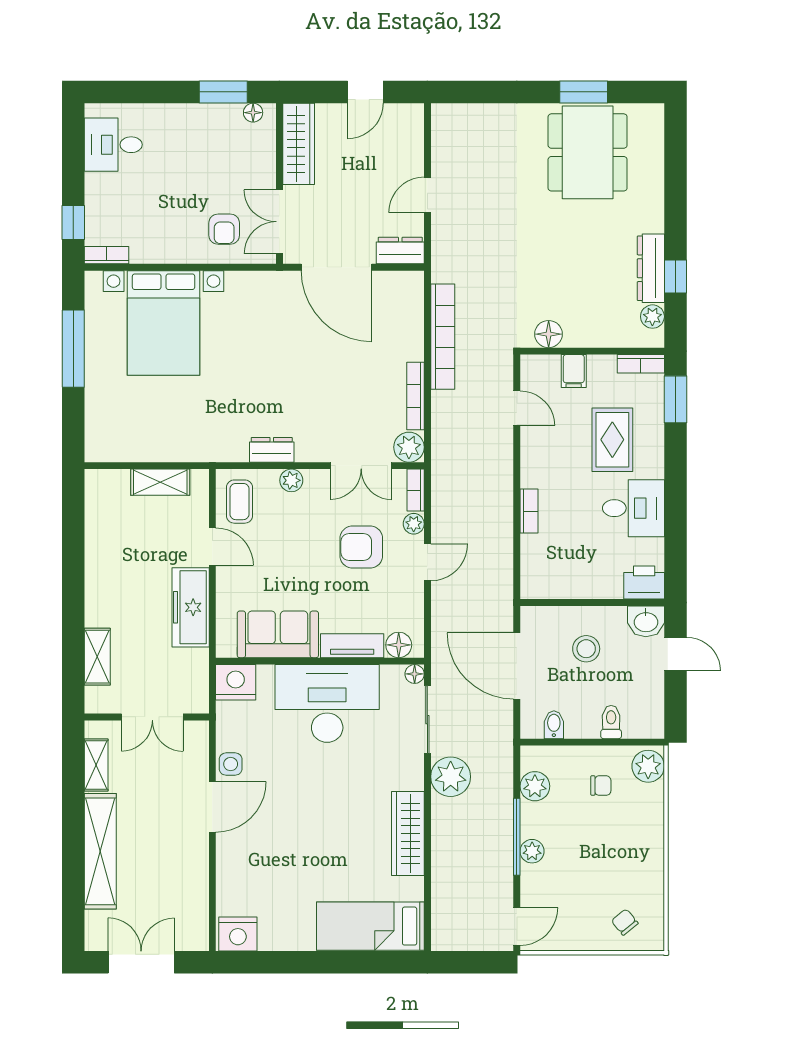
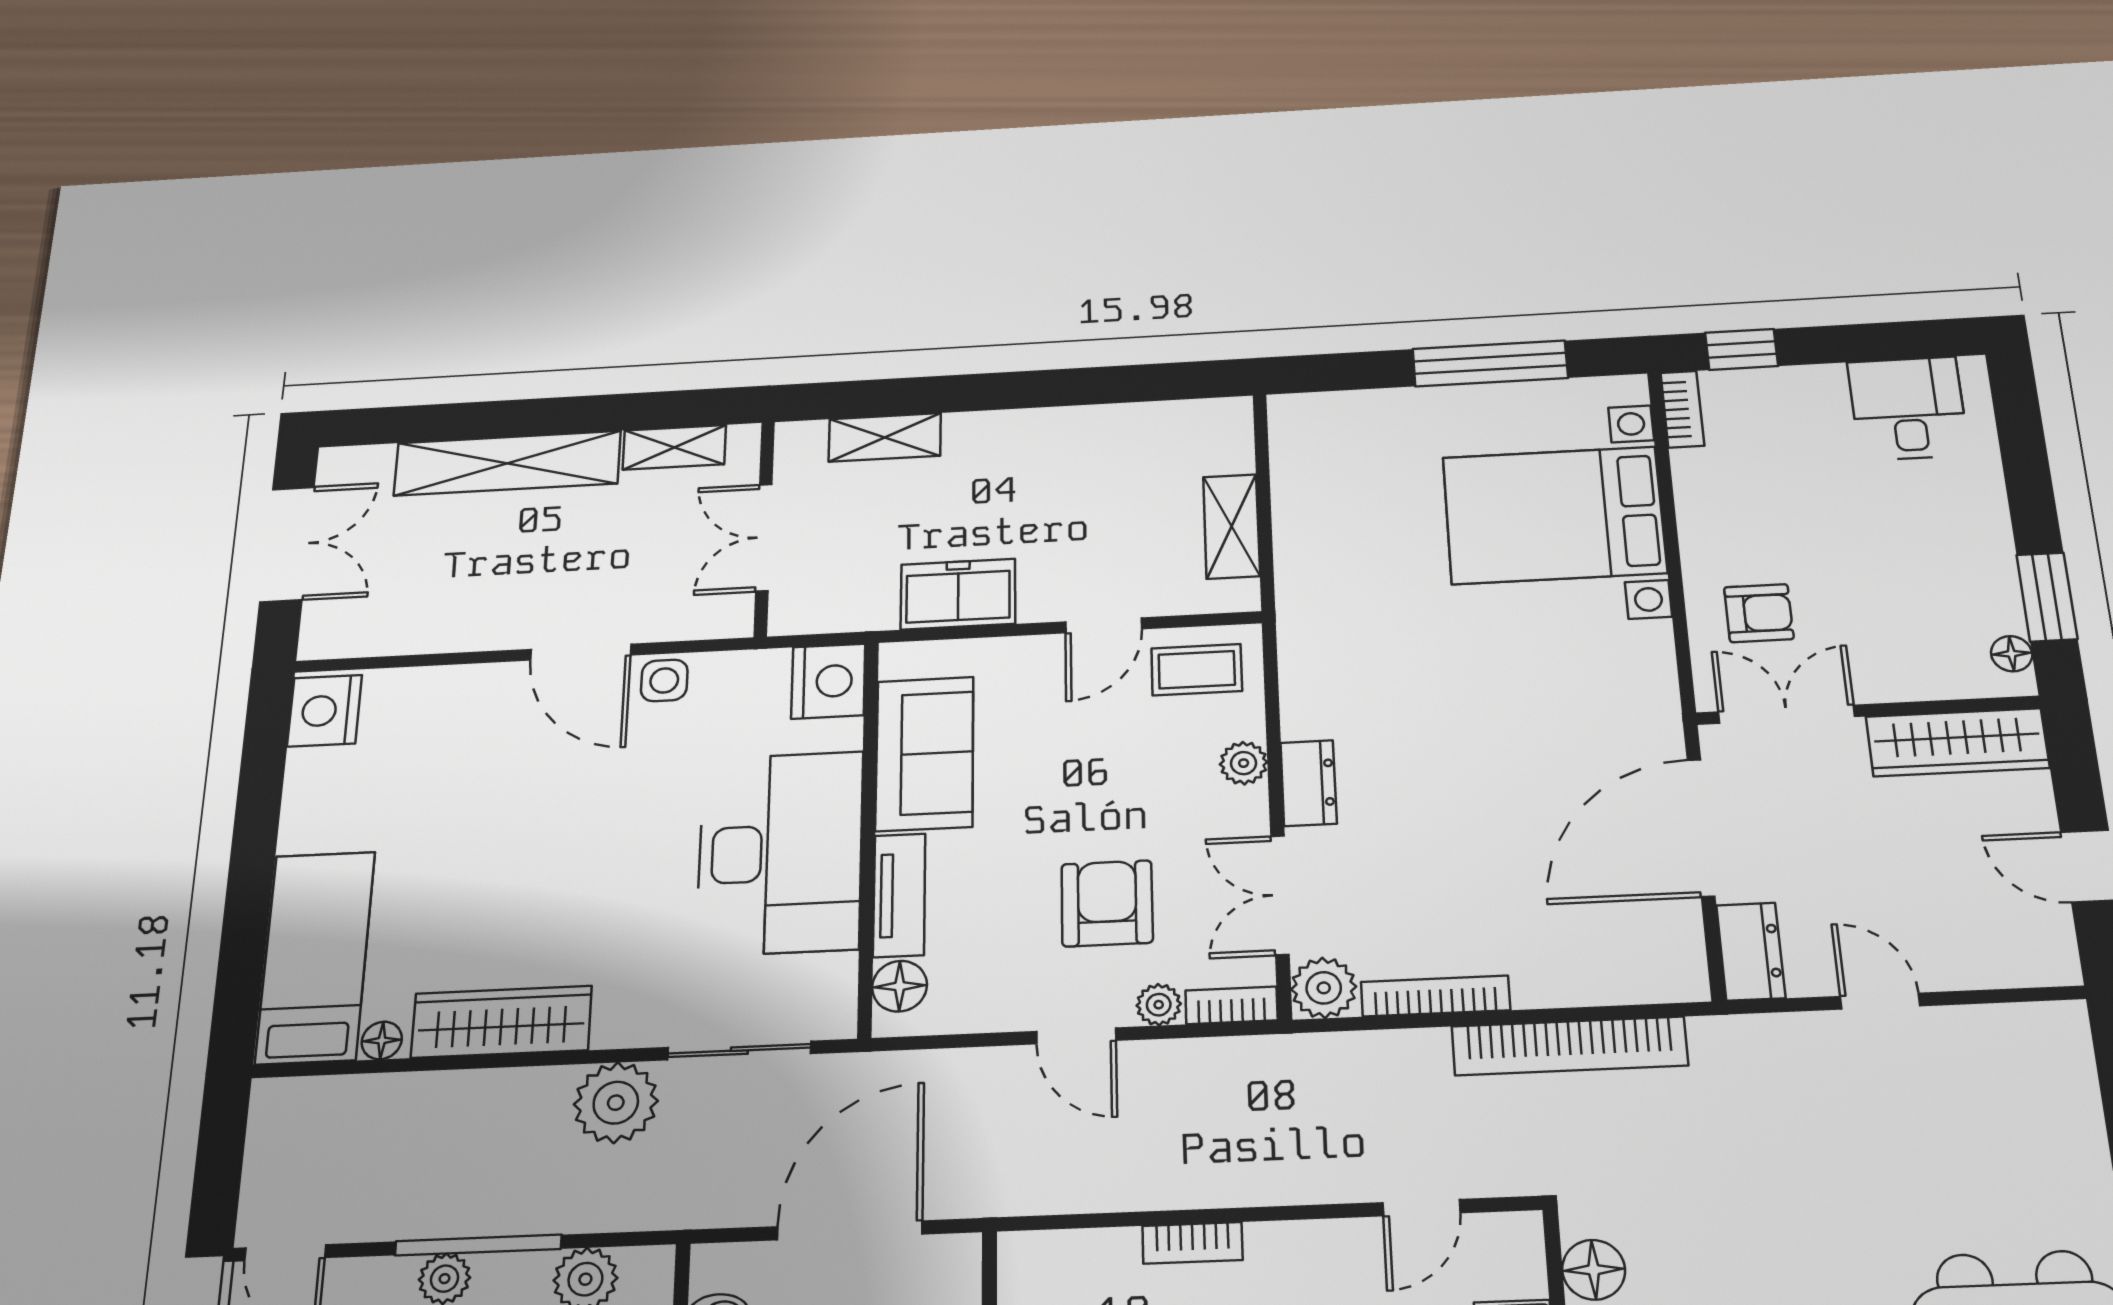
armchair: (224, 229) -> (1759, 613), turned 180
dresser: (272, 450) -> (1309, 783), moved
freezer: (191, 607) -> (958, 594), width x0.71
floor lamp: (415, 674) -> (382, 1040), moved

